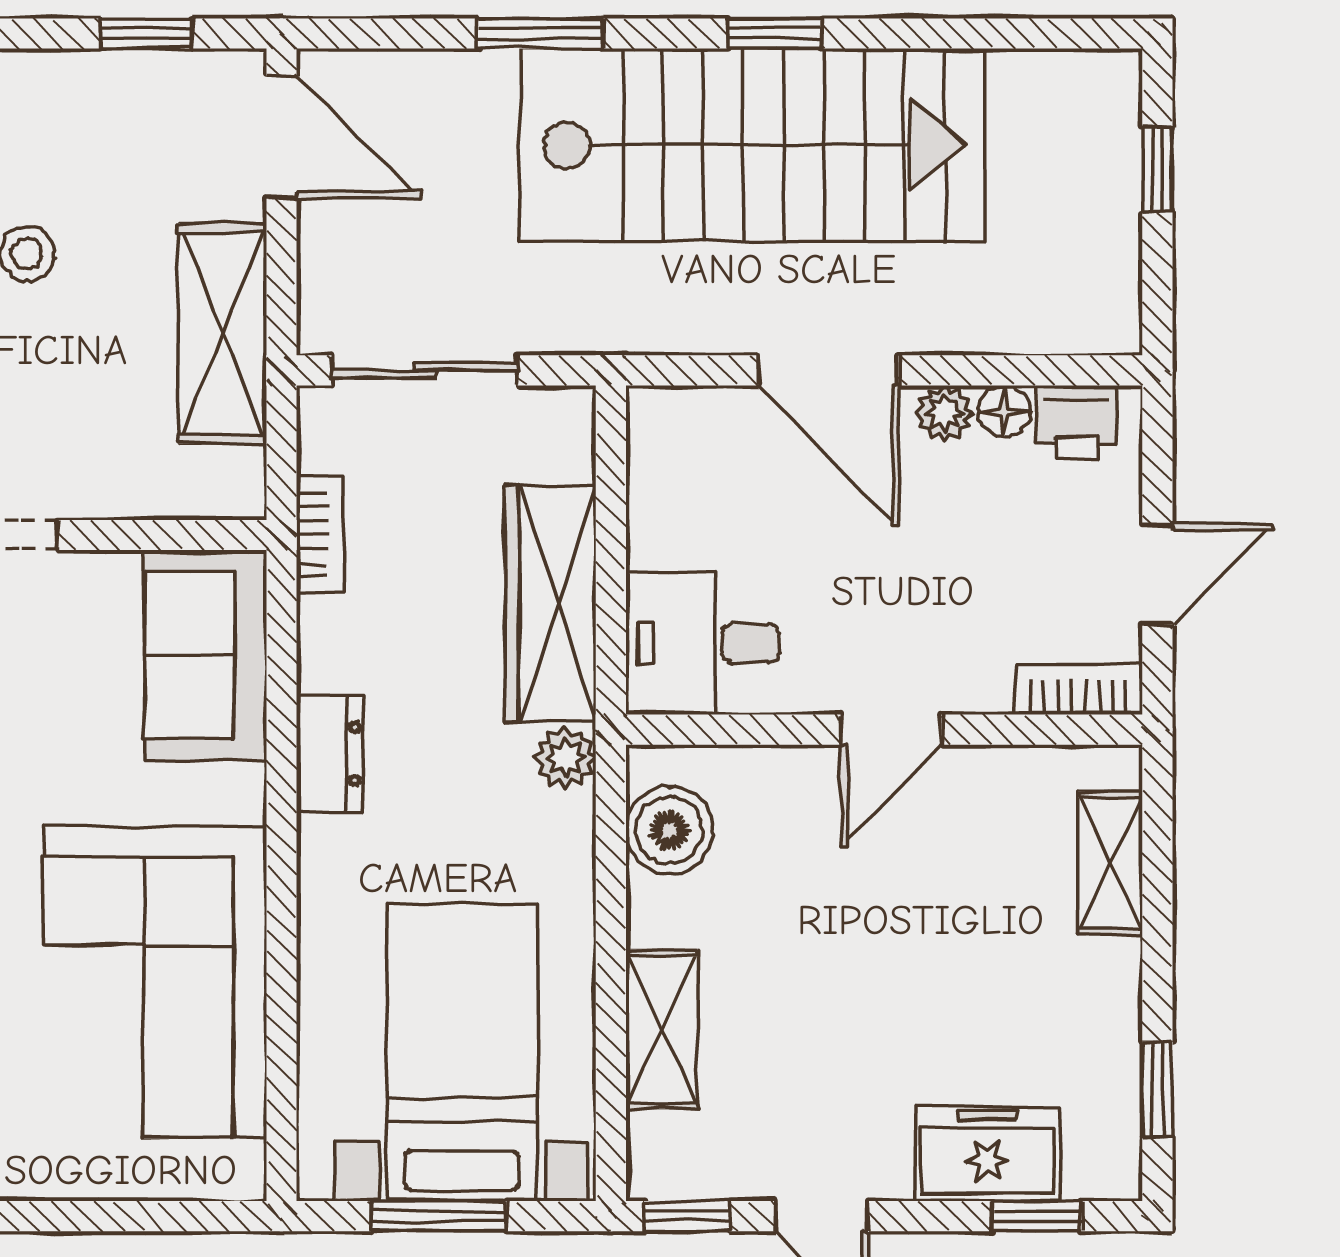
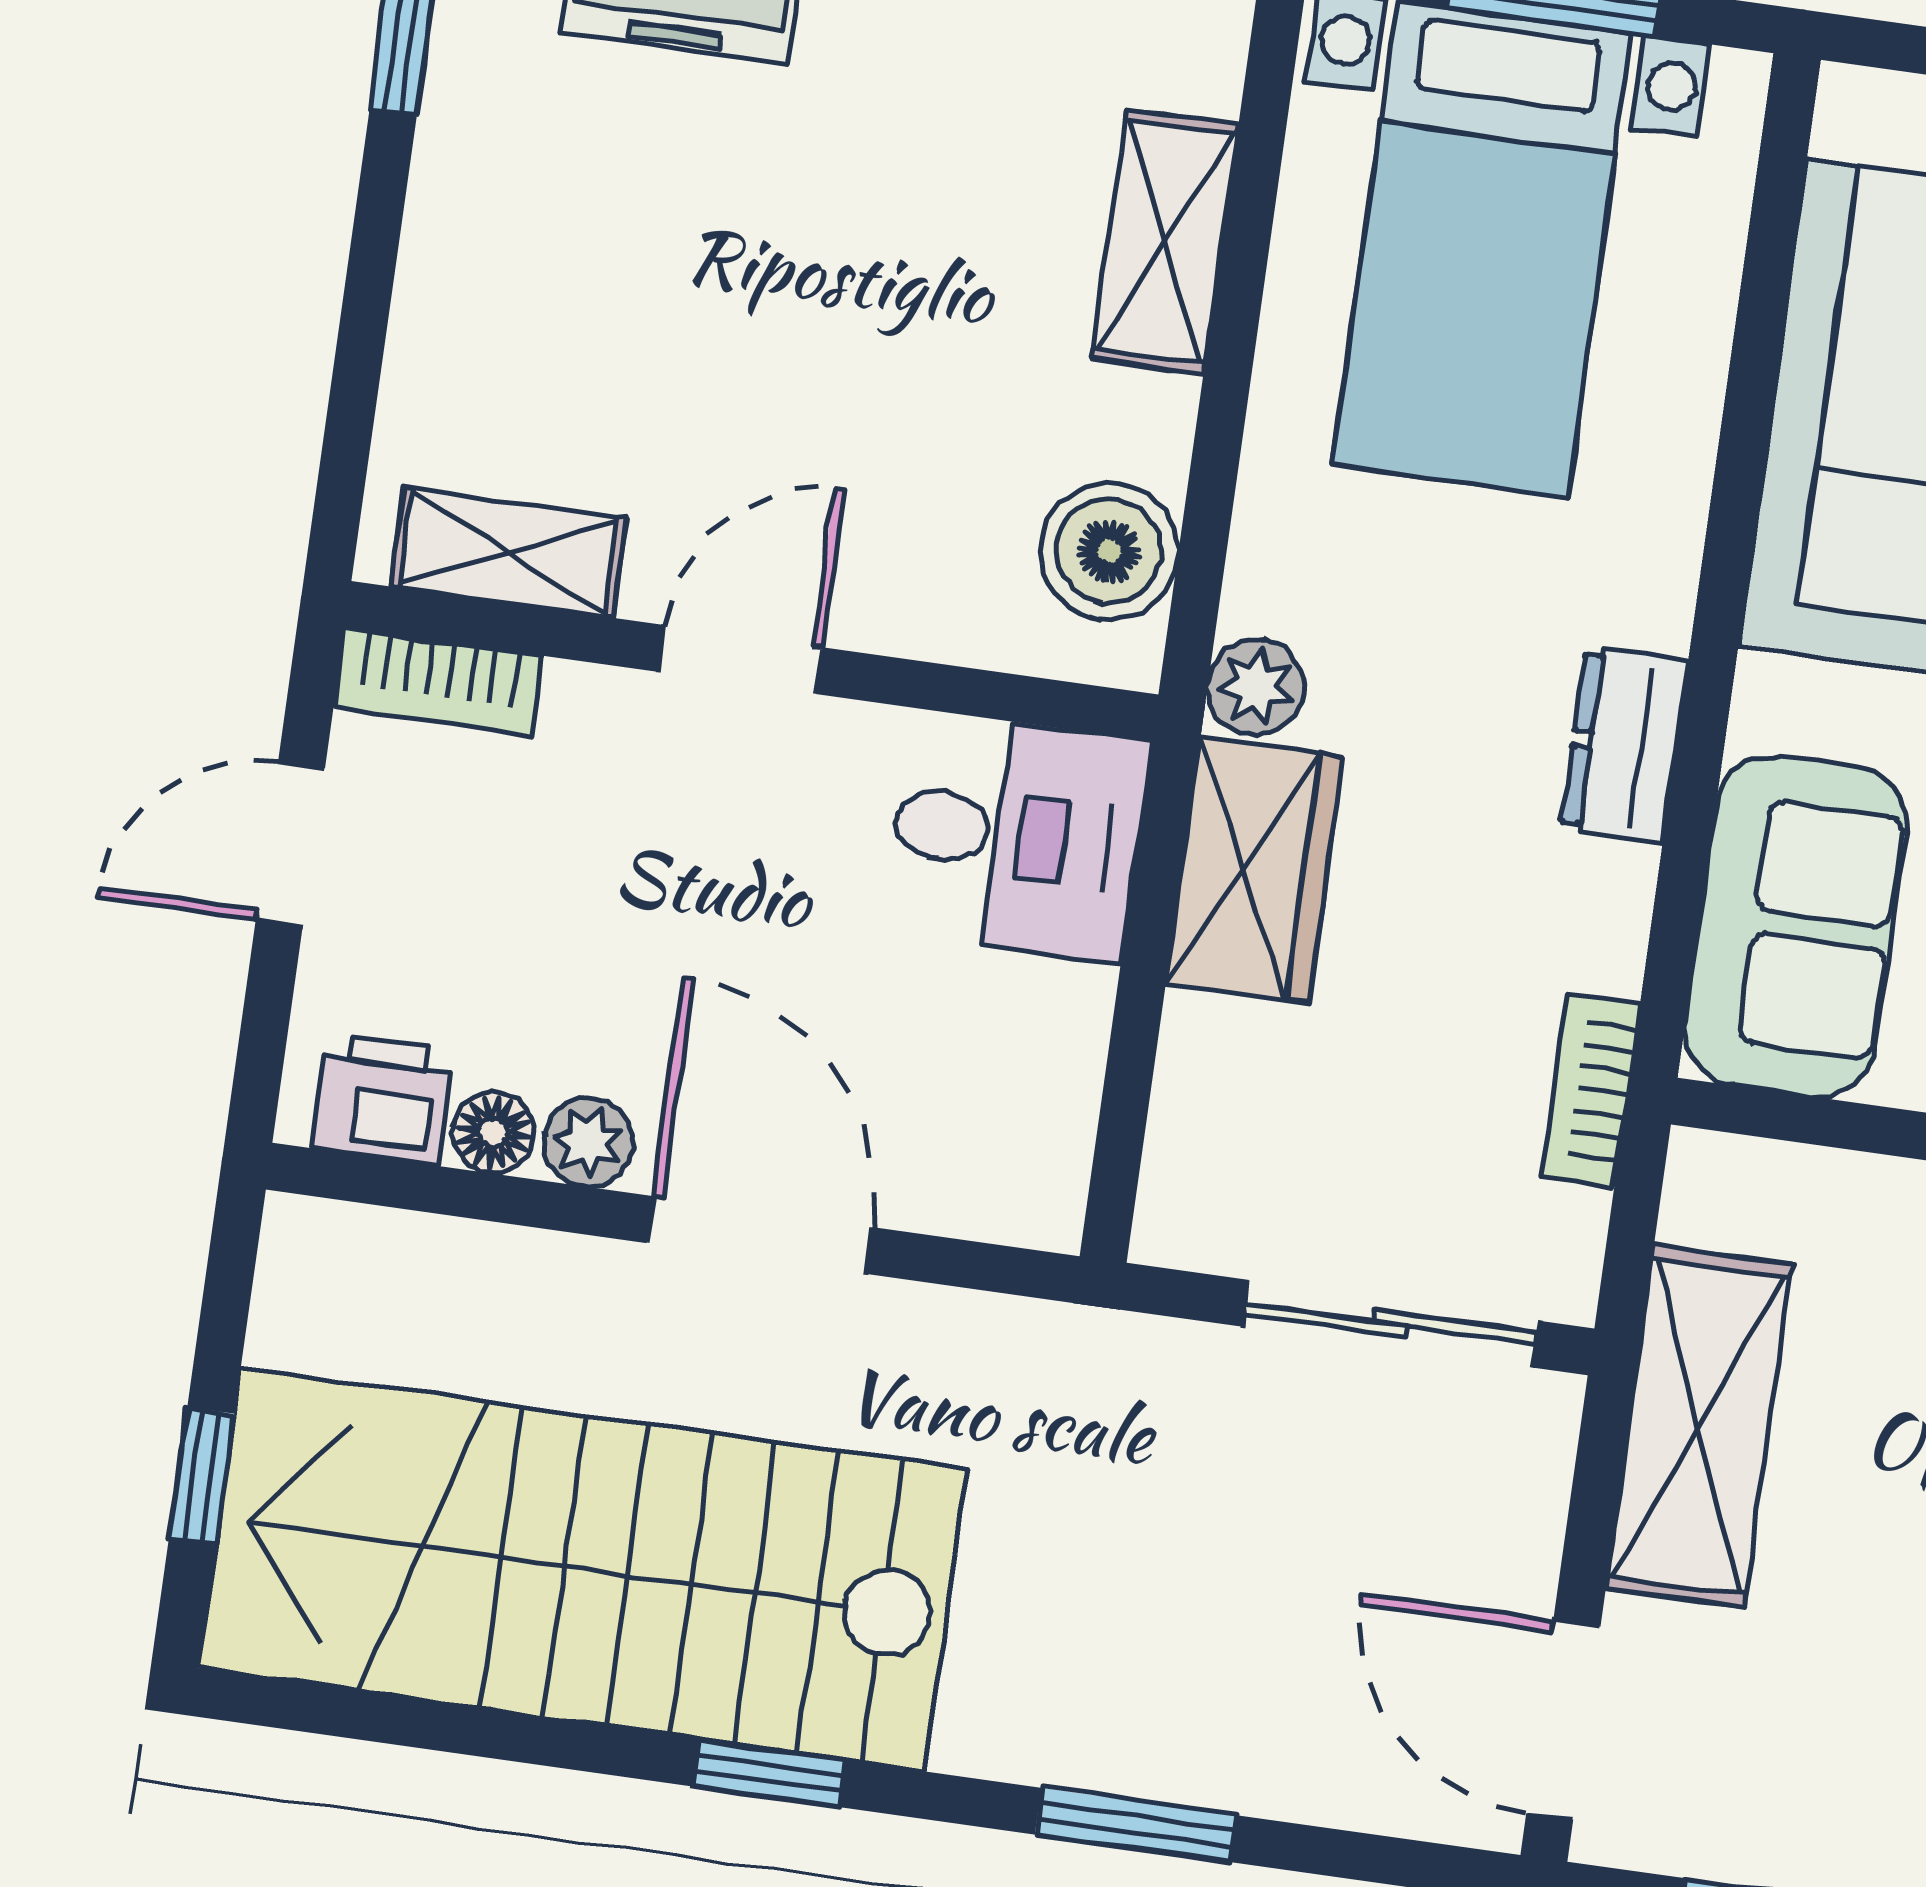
stairs: (753, 145) -> (582, 1569), moved
wardrobe: (550, 604) -> (1254, 870), width x0.67
shelving: (1110, 863) -> (508, 552), moved, turned 90

